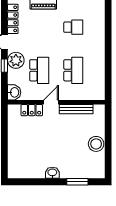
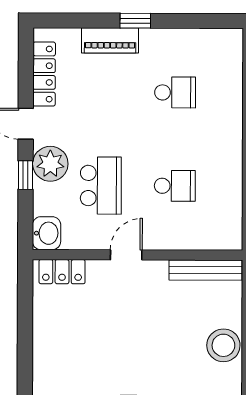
school desk: (73, 70) -> (175, 186), width x0.54
bench: (76, 109) -> (206, 270), moved
locker: (32, 110) -> (62, 272), moved

